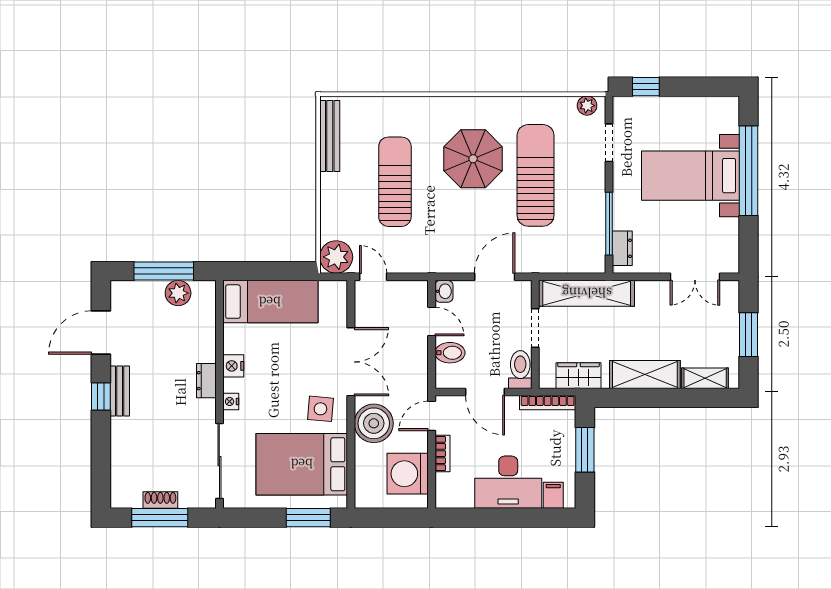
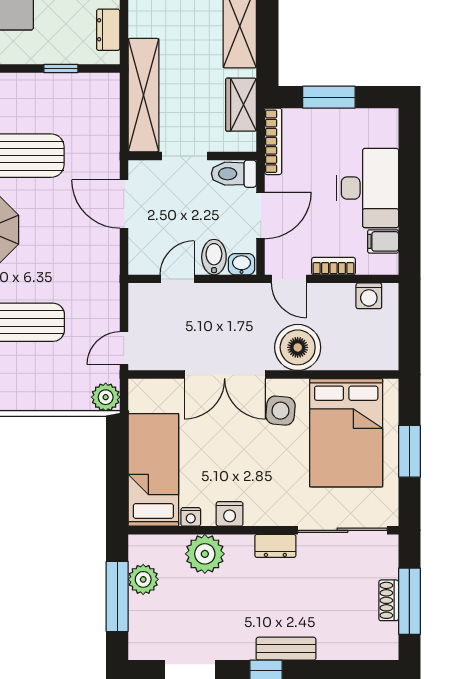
window: (609, 224) -> (61, 68), width x0.46
dresser: (622, 248) -> (108, 30), moved, turned -90
plant: (336, 257) -> (106, 397), width x0.73, depth x0.73
washbasin: (444, 291) -> (242, 264), moved
plant: (200, 345) -> (205, 554), added
double door: (351, 362) -> (225, 375), swing flipped
dresser: (206, 381) -> (275, 546), moved
bench: (120, 391) -> (286, 649), moved
nightstand: (231, 402) -> (191, 517), moved
washing machine: (408, 474) -> (369, 296), width x0.53, depth x0.53
filing cabinet: (553, 495) -> (383, 241), moved
window: (308, 518) -> (409, 451), moved

